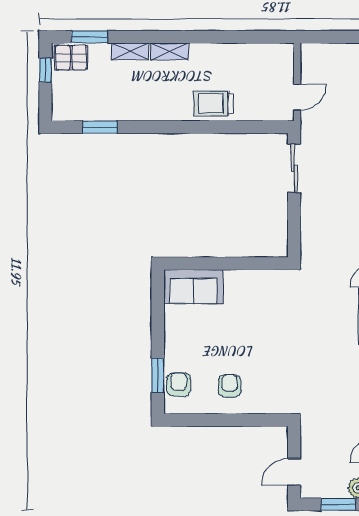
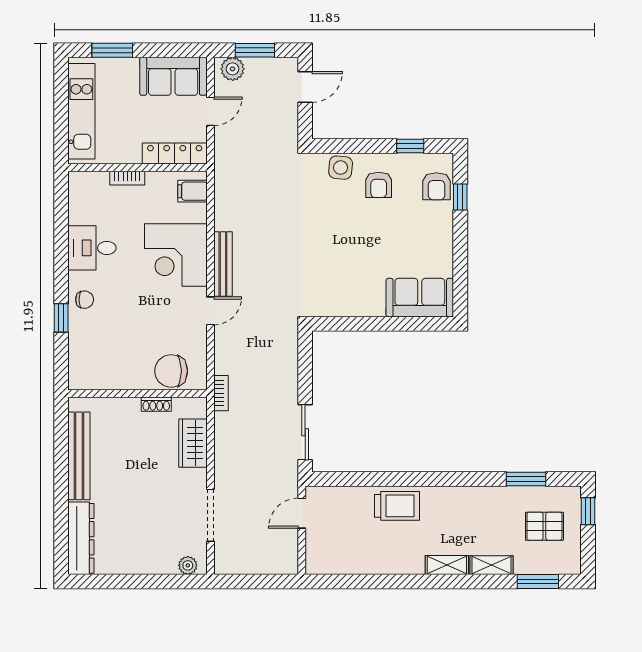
pallet: (71, 58) -> (544, 526), moved
window: (45, 70) -> (588, 511), moved
window: (158, 375) -> (460, 197), width x0.67
side table: (263, 401) -> (341, 168), added
window: (202, 420) -> (410, 146), added

